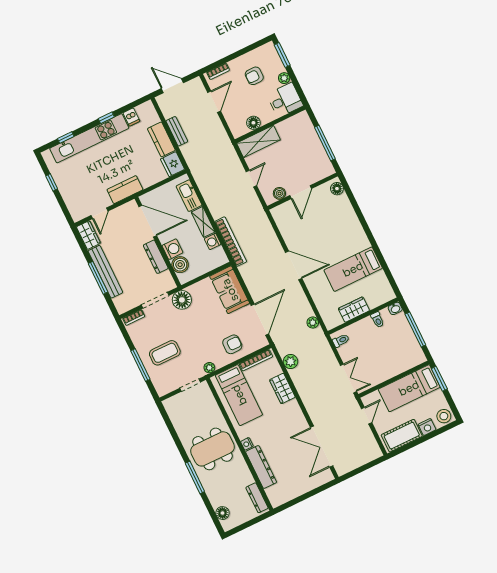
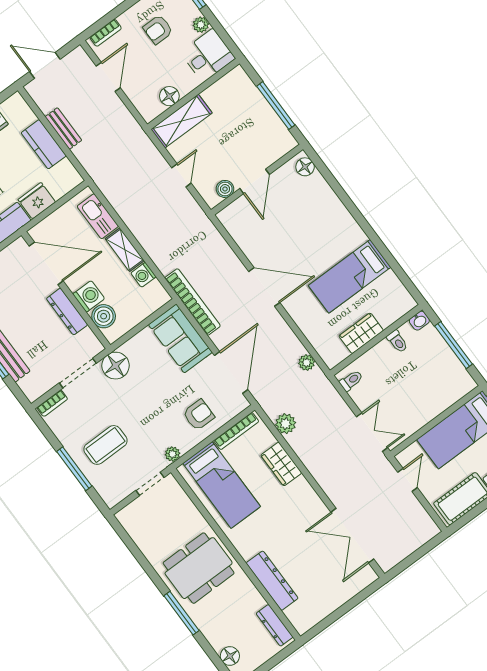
fridge: (173, 164) -> (37, 201), moved, turned 90
bookcase: (231, 242) -> (193, 302), moved
nightstand: (247, 444) -> (246, 552), removed

